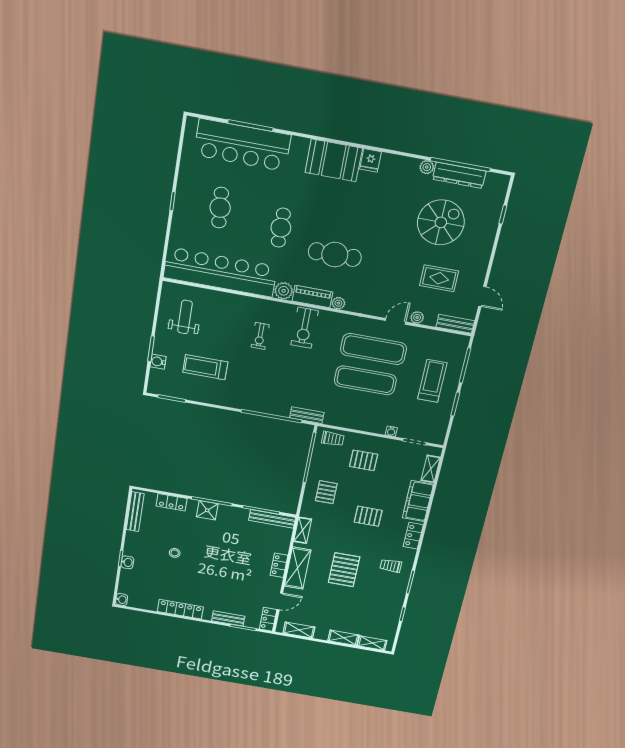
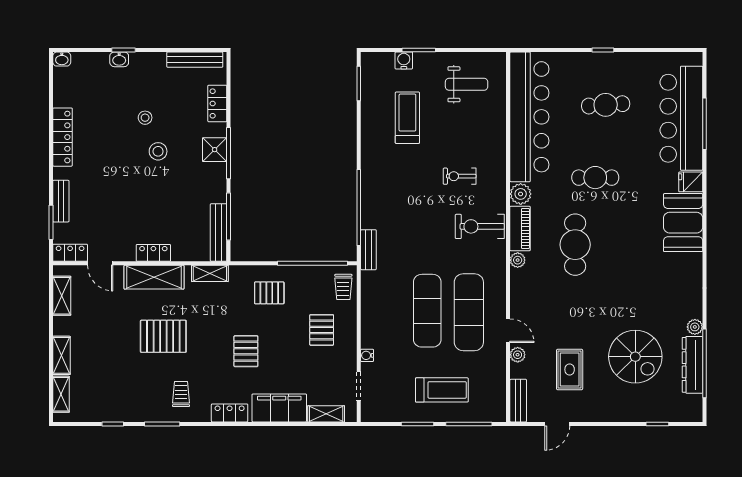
fridge: (371, 160) -> (691, 182), moved
stool: (202, 549) -> (158, 151), added

